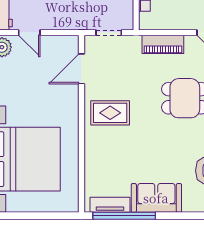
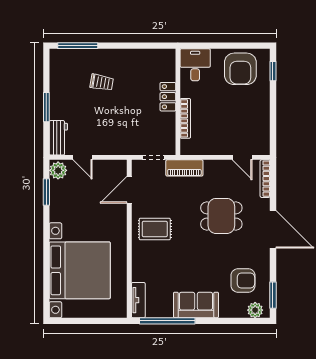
piano: (163, 44) -> (184, 168), moved
tv unit: (110, 205) -> (138, 300), moved, turned 90

